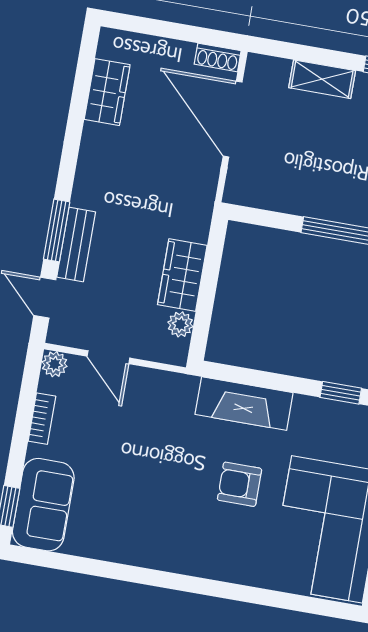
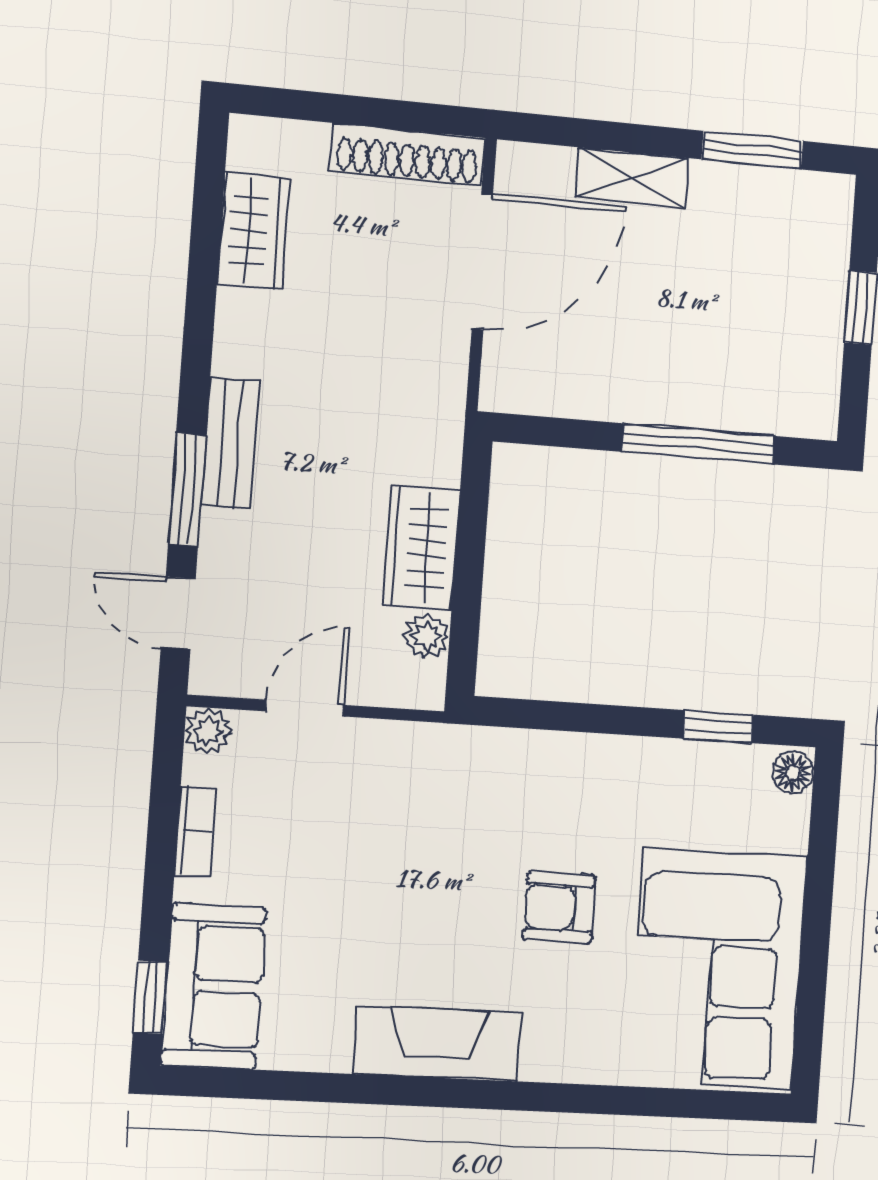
shoe rack: (218, 57) -> (408, 154), width x1.94, depth x1.24
door: (233, 119) -> (482, 261), swing flipped
bench: (76, 245) -> (230, 443), moved
door: (108, 357) -> (304, 708), swing flipped
fireplace: (244, 404) -> (437, 1044), moved, turned 180

